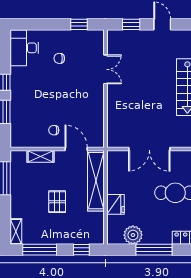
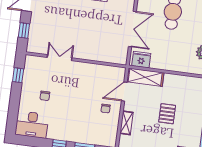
shelving: (96, 181) -> (145, 77), width x0.68
pallet: (57, 202) -> (167, 114), turned 90
fridge: (115, 204) -> (141, 60), moved

